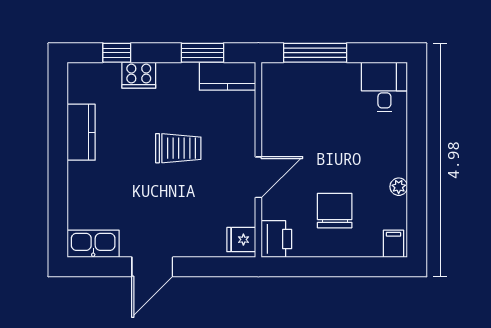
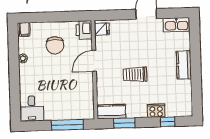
kitchen counter: (81, 132) -> (184, 65), moved

